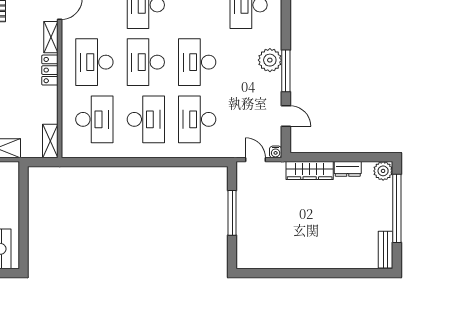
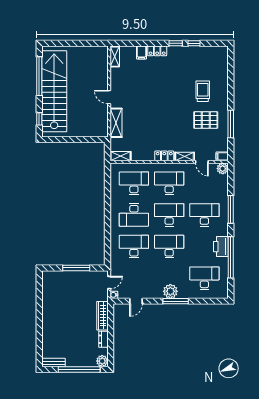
window: (286, 71) -> (176, 301), moved
desk: (94, 119) -> (134, 183), turned 180

